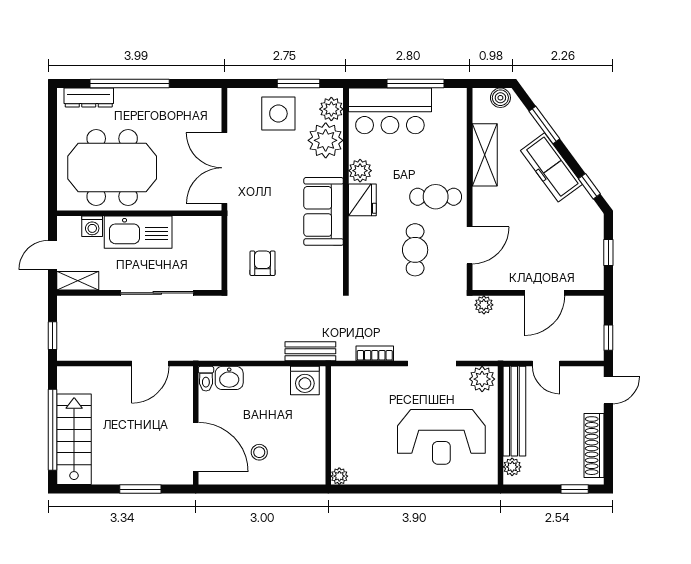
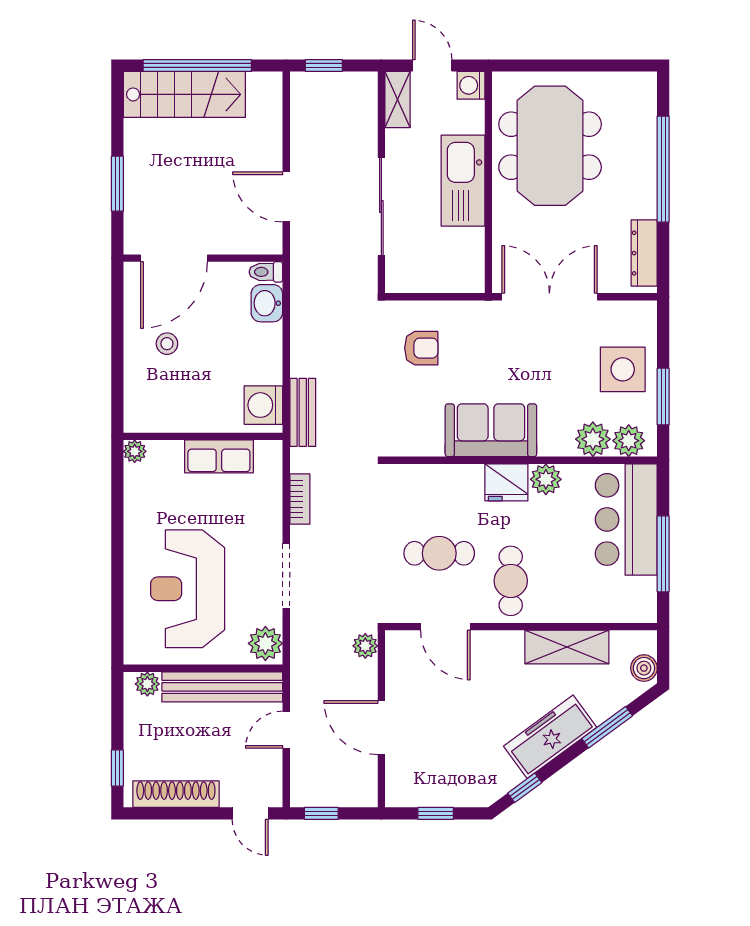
dresser: (89, 98) -> (644, 253), moved
plant: (326, 140) -> (593, 439), width x0.73, depth x0.73
washing machine: (92, 226) -> (471, 85), moved
row of seats: (343, 414) -> (219, 456), added

